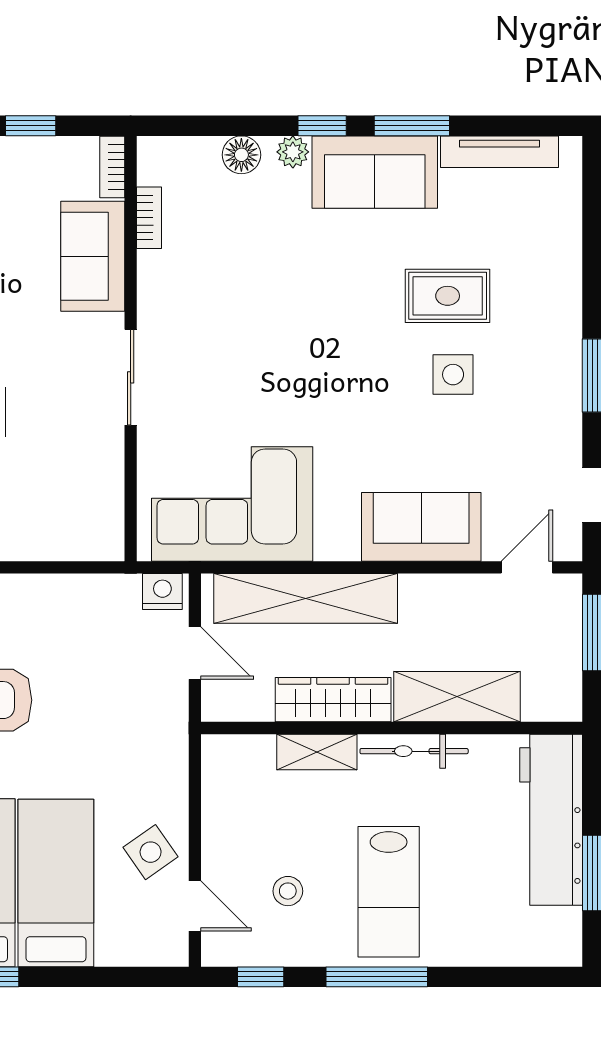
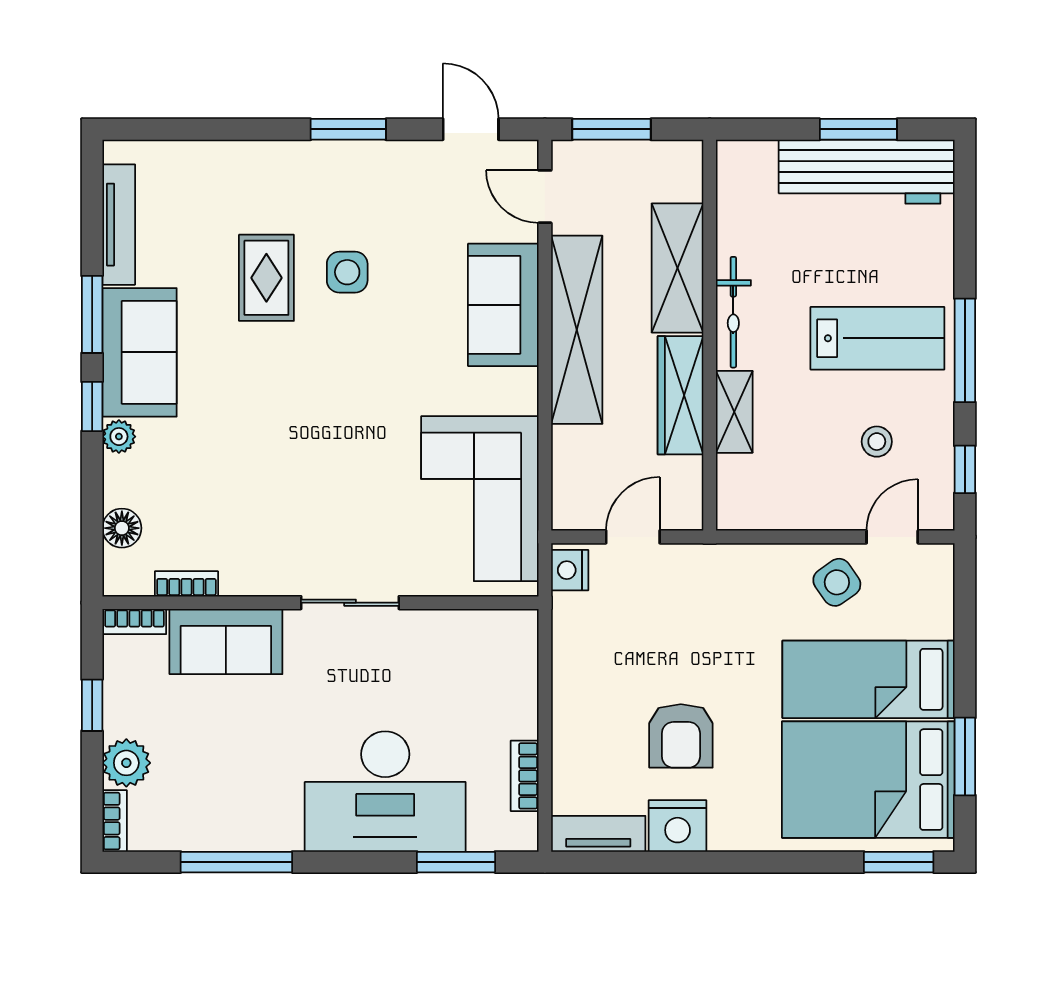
floor lamp: (241, 155) -> (122, 528), moved
shelving: (306, 598) -> (577, 330), moved
workbench: (551, 820) -> (867, 172), moved

